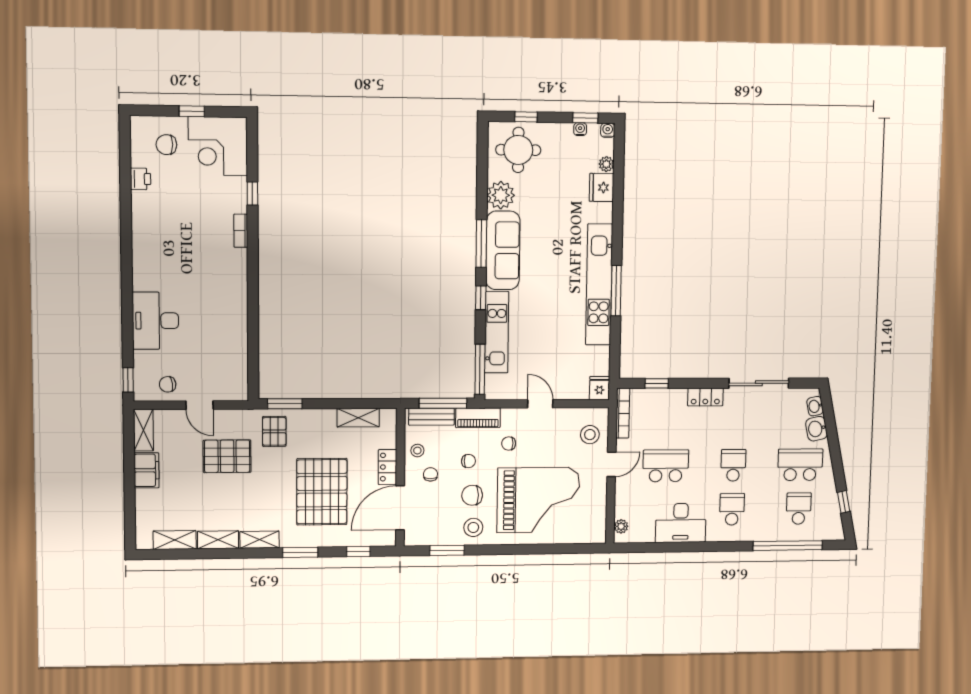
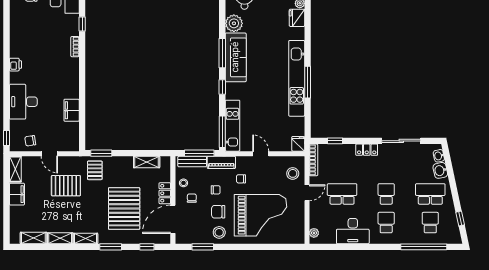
printer: (141, 179) -> (15, 65), moved
kitchen unit: (497, 332) -> (233, 126), moved
filing cabinet: (236, 335) -> (72, 110), added

